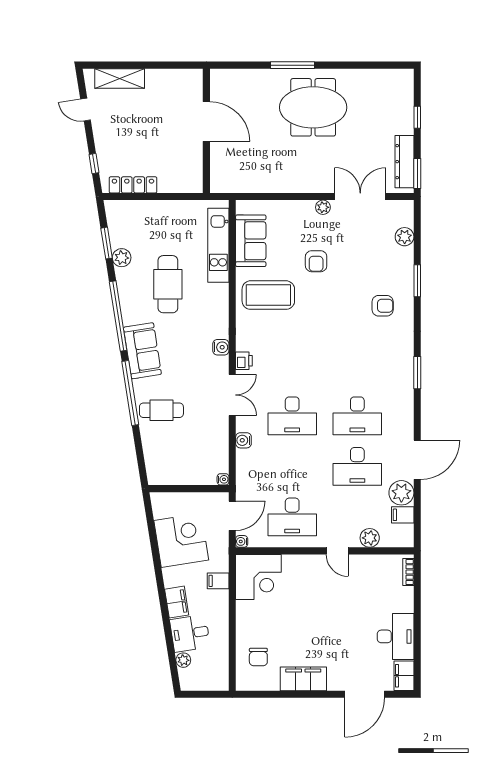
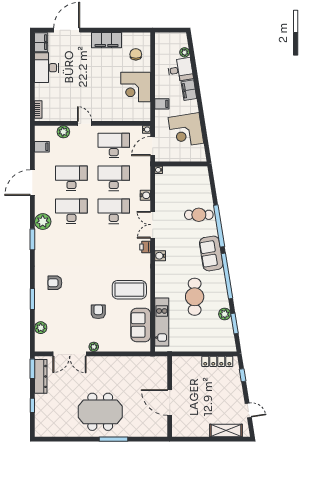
desk: (292, 466) -> (114, 178), added
plant: (401, 493) -> (43, 222), moved
corner desk: (258, 577) -> (136, 87), moved, turned -90

